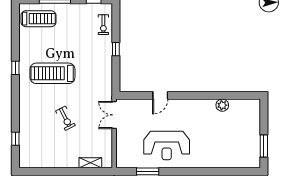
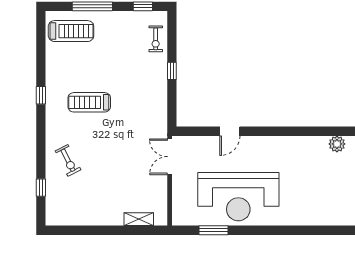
treadmill: (52, 73) -> (89, 102), width x0.73, depth x0.73
plant: (222, 105) -> (337, 144), moved
exercise bike: (65, 118) -> (68, 160), moved
reception desk: (167, 146) -> (238, 197), width x1.36, depth x1.30

